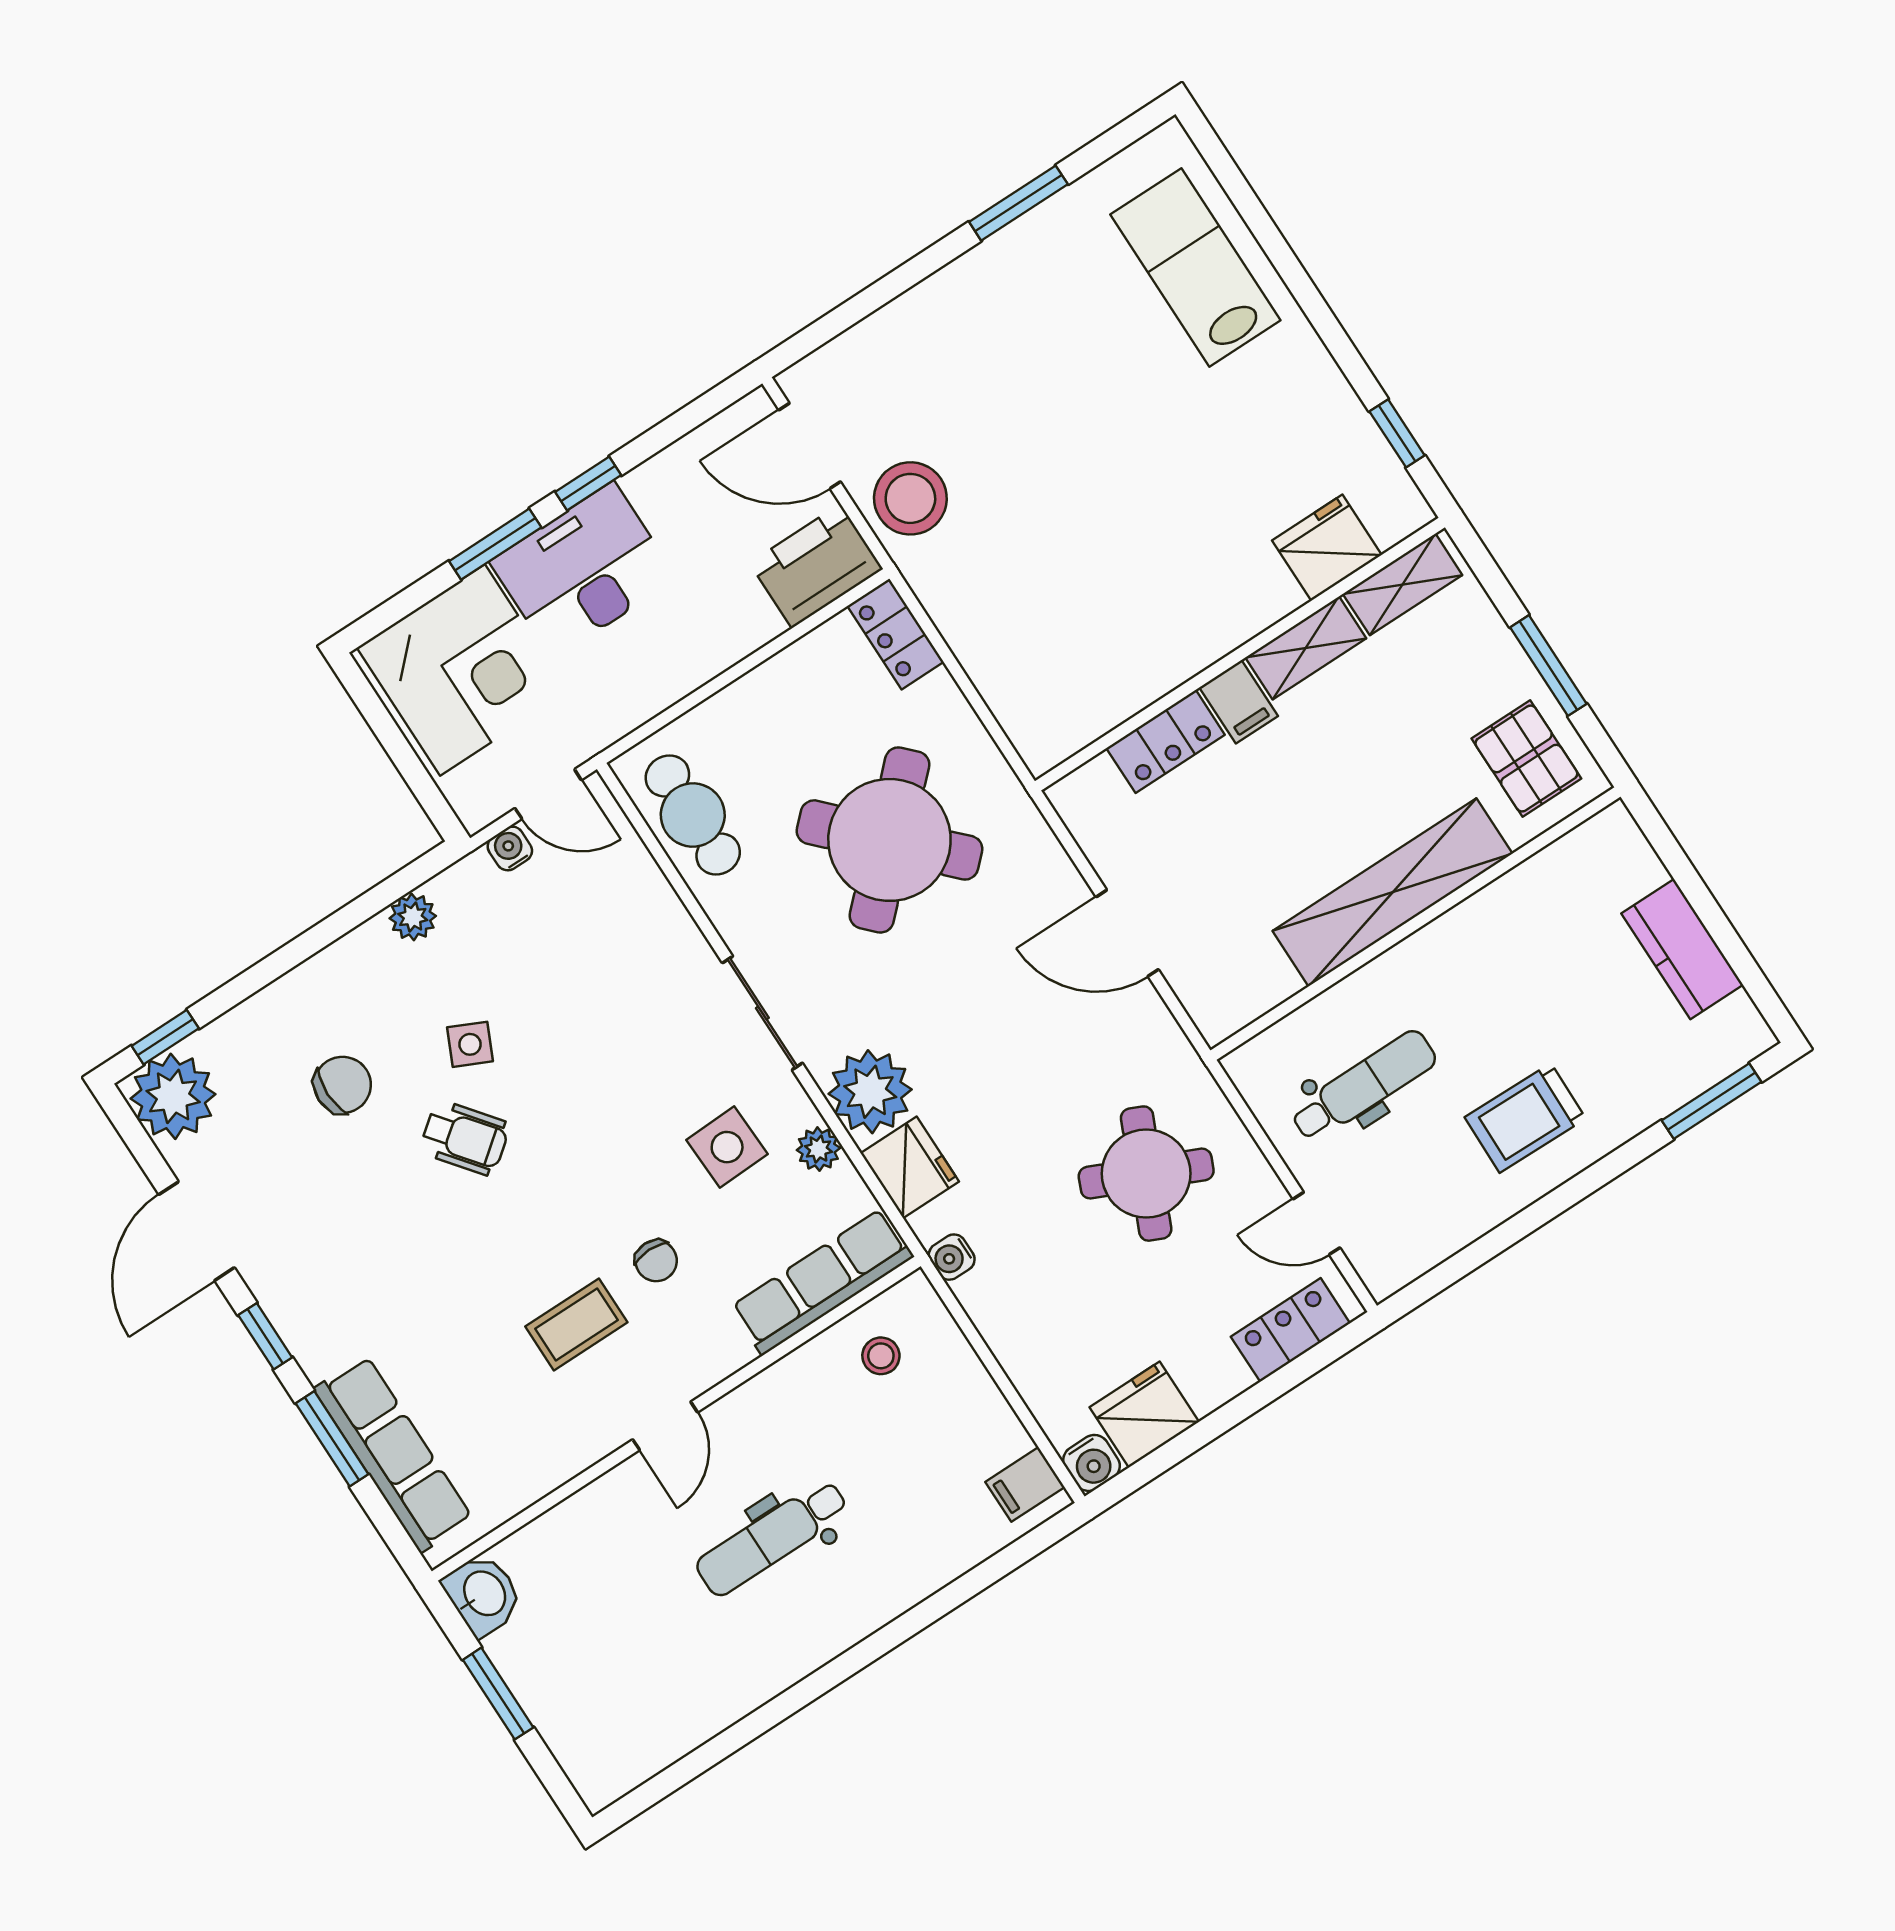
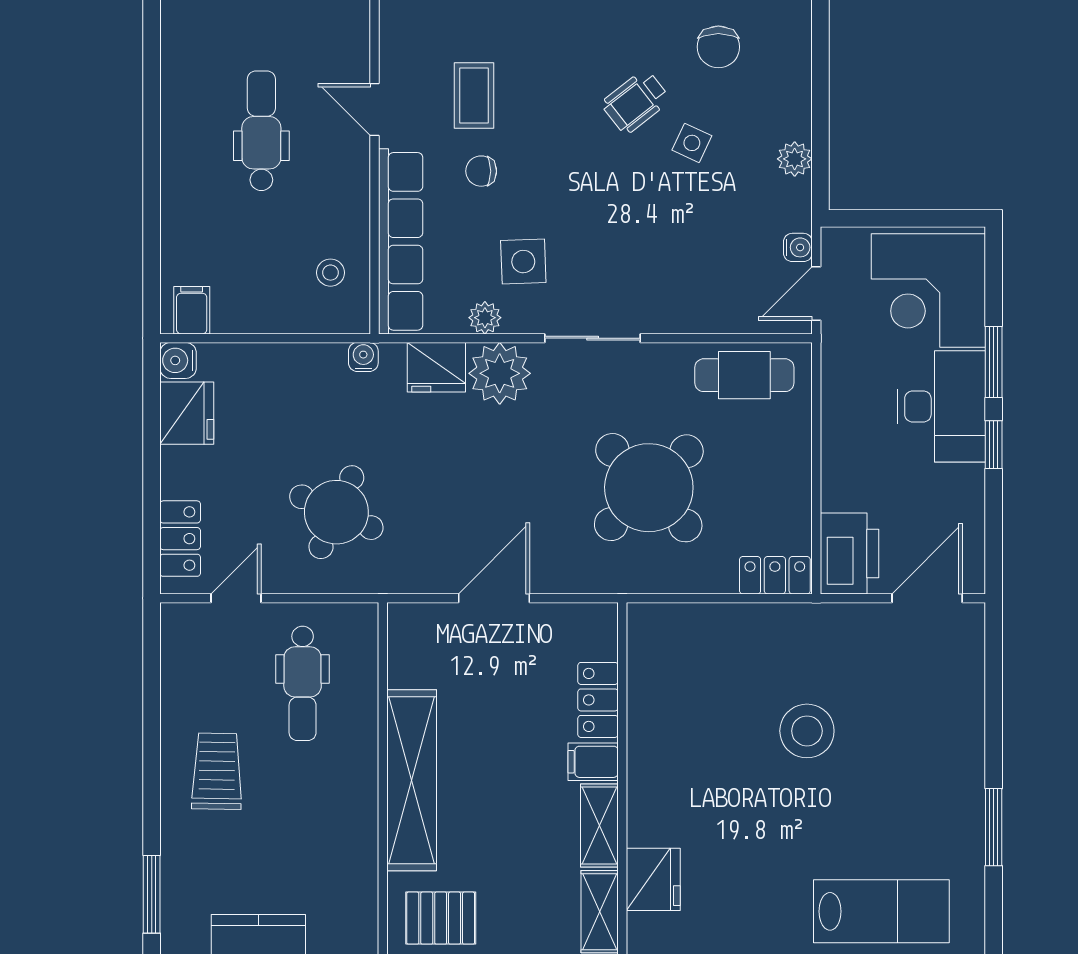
stool: (910, 498) -> (807, 731), moved
row of seats: (822, 1282) -> (401, 241), width x1.36

